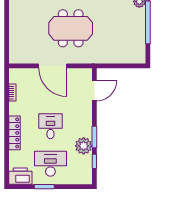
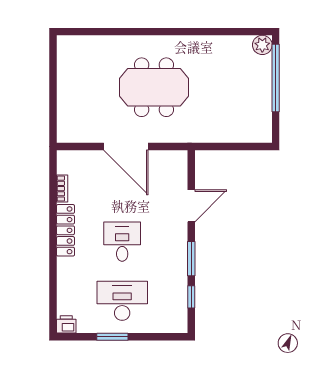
door: (94, 91) -> (191, 206), moved
locker: (14, 133) -> (65, 230), moved
plant: (84, 146) -> (174, 272), removed
printer: (20, 176) -> (66, 324), width x0.53, depth x0.68

